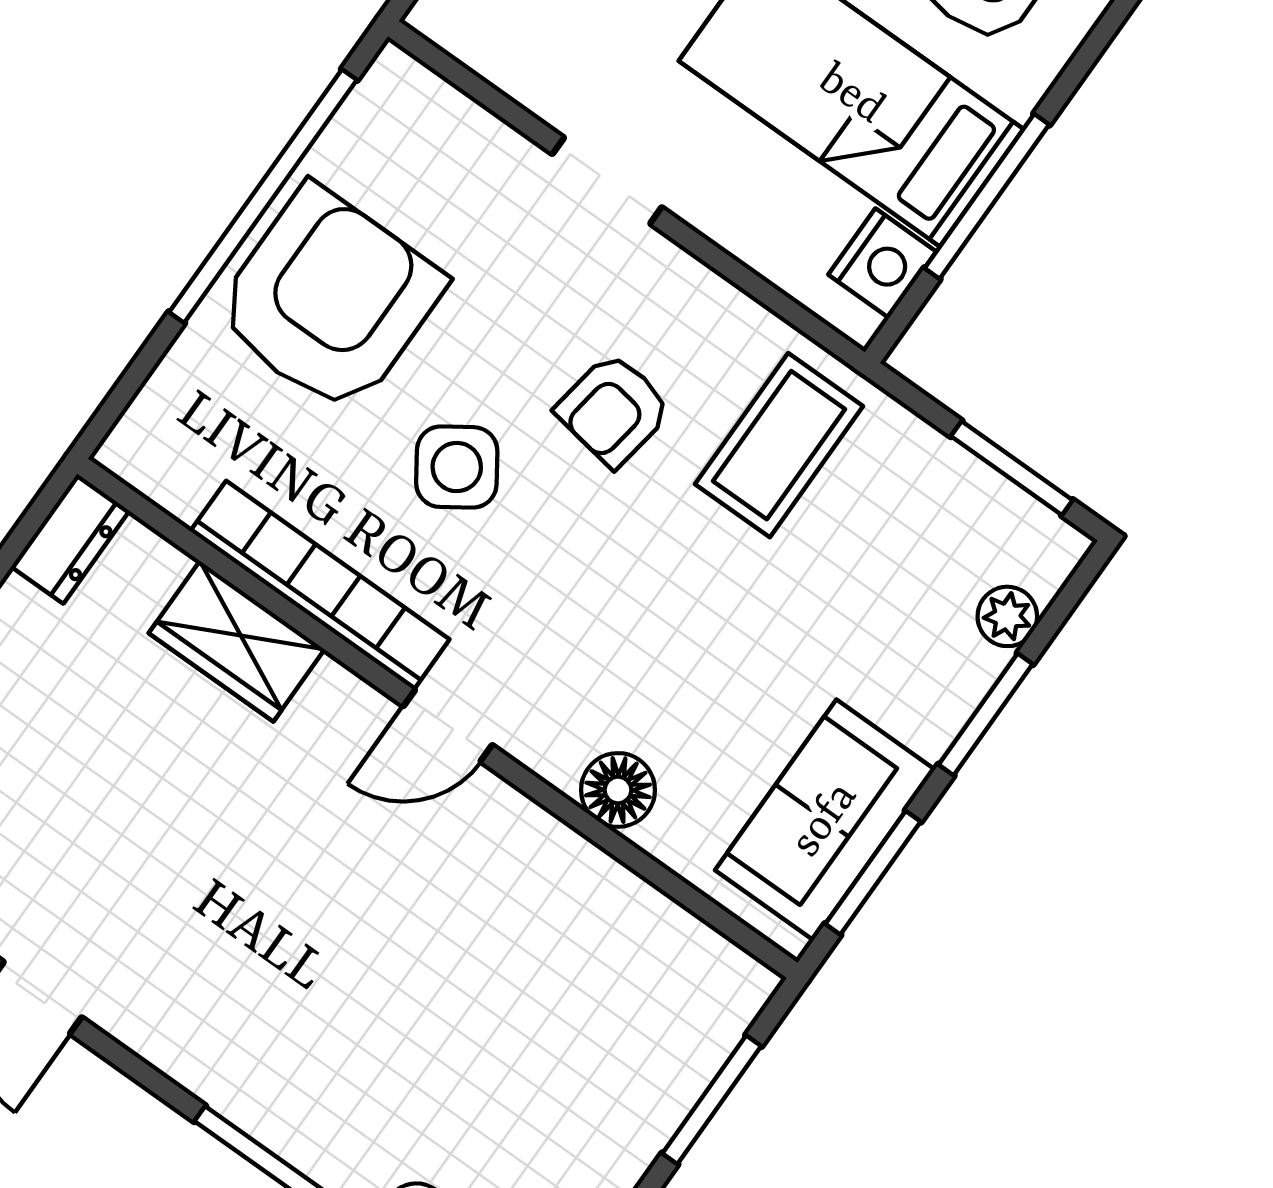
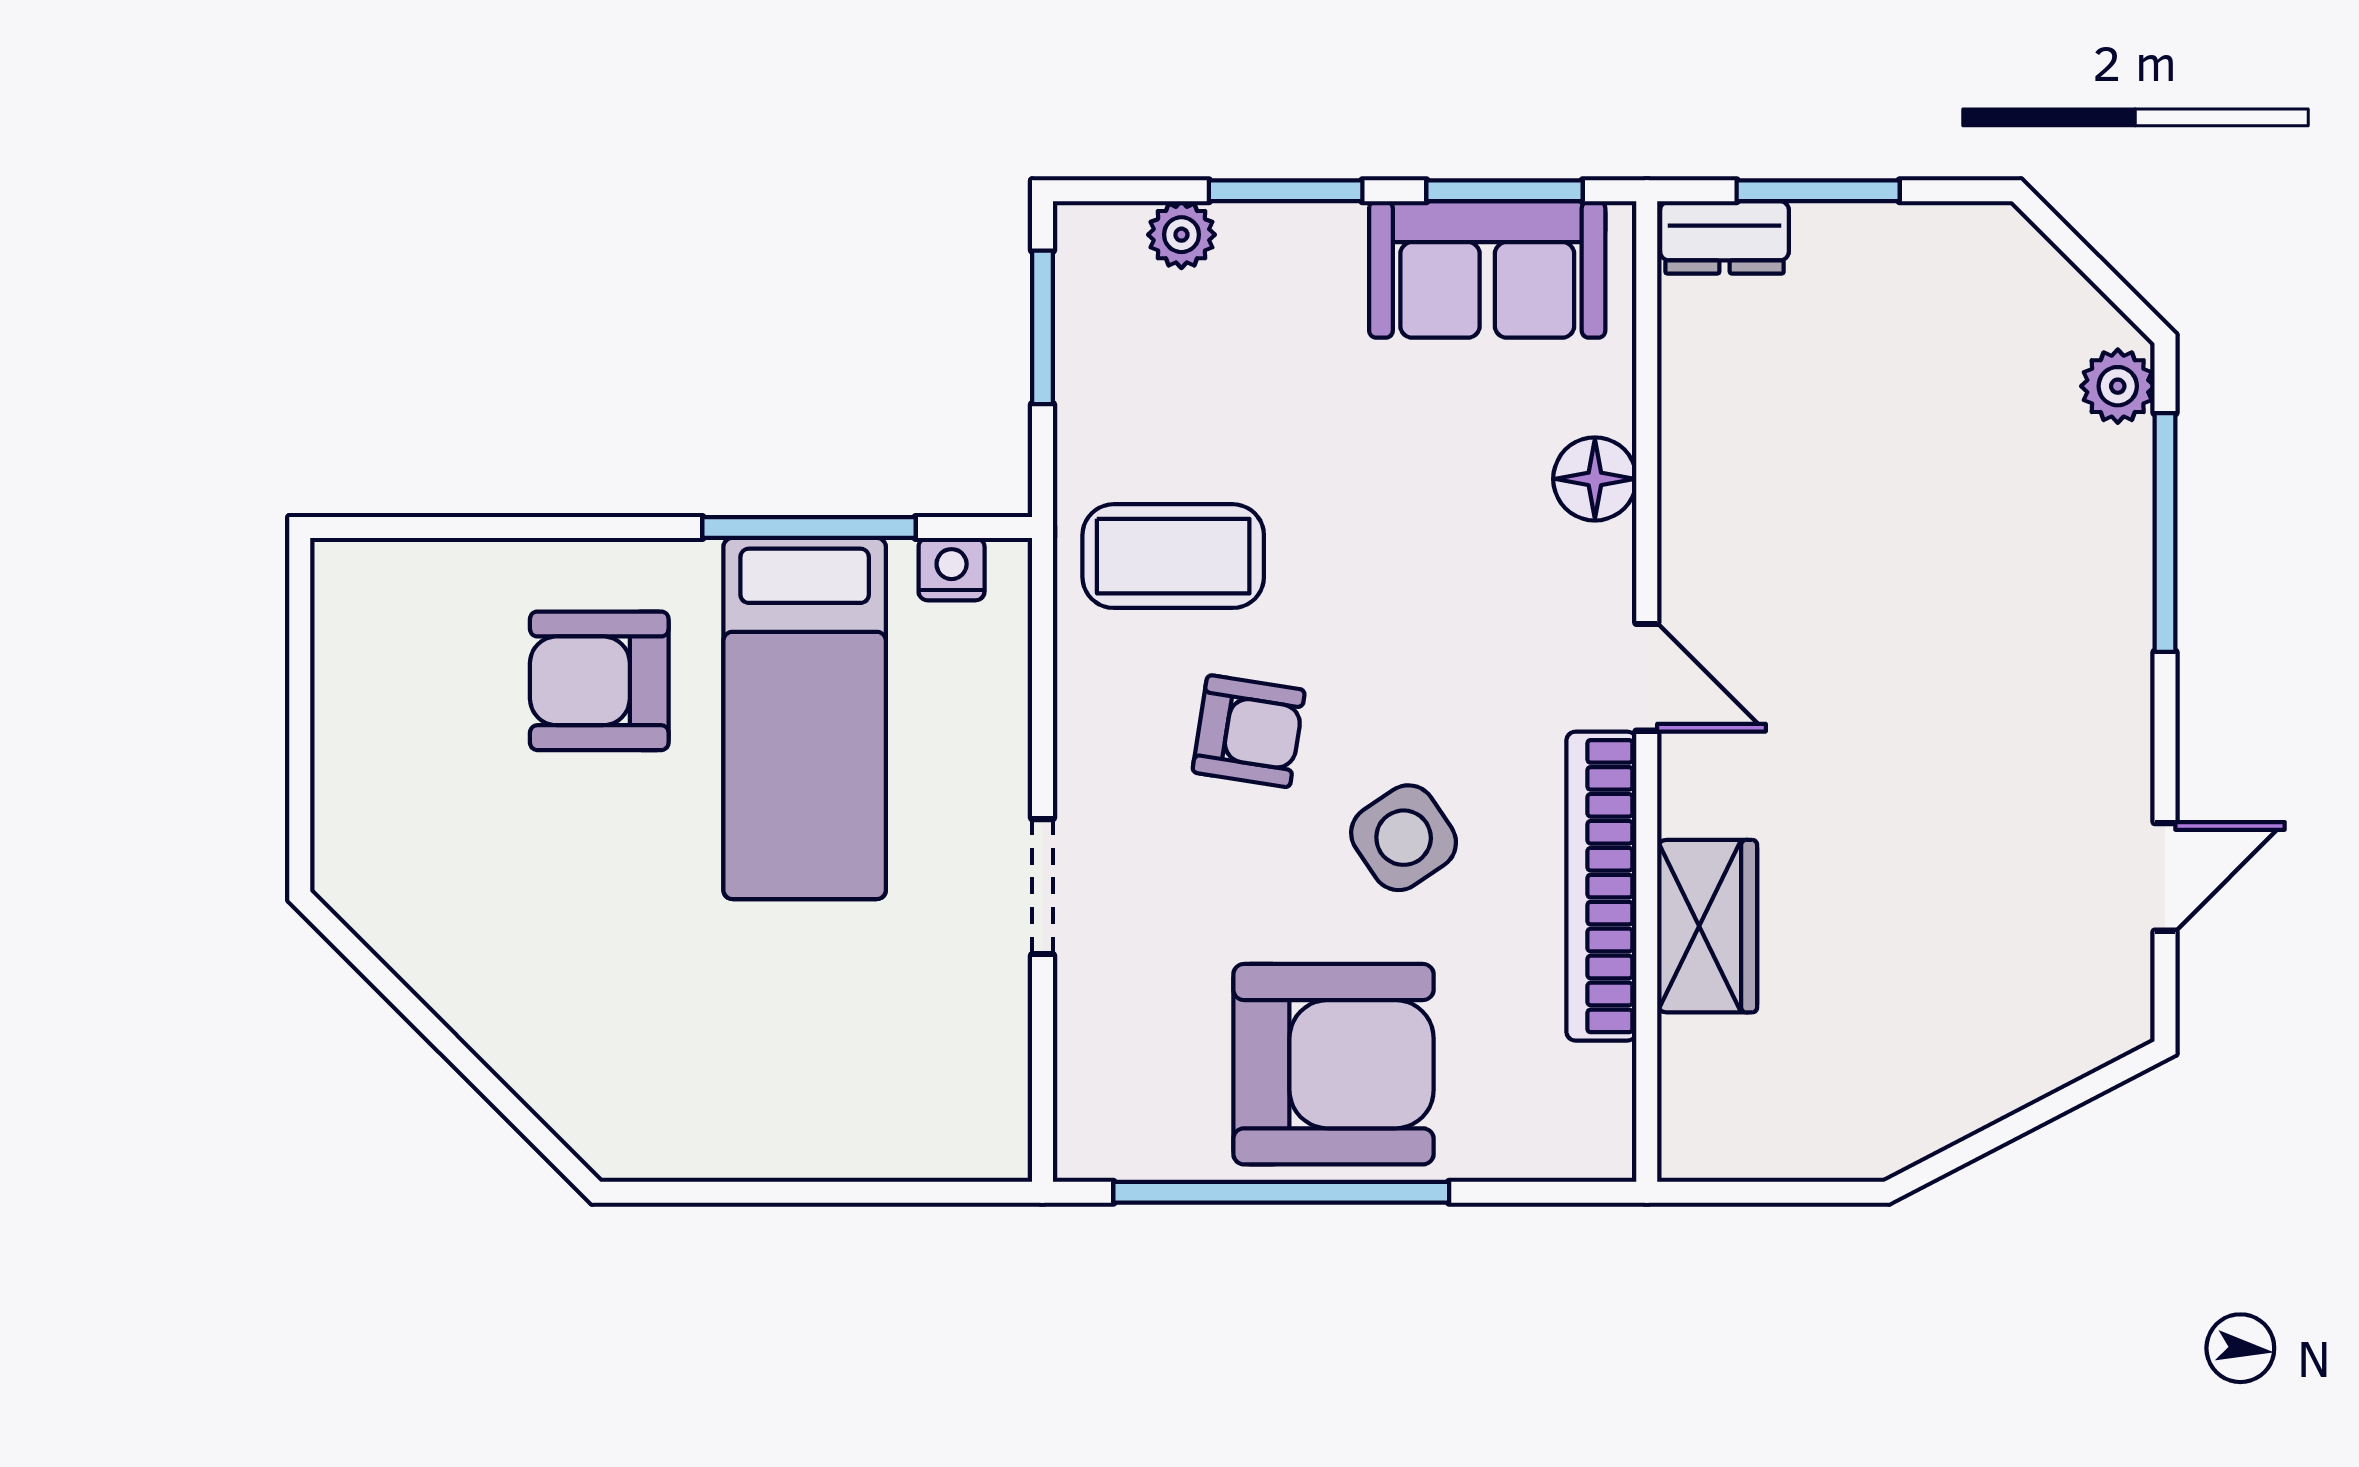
nightstand: (882, 263) -> (952, 569), width x0.72, depth x0.74
armchair: (329, 300) -> (1333, 1064), turned 180
dresser: (70, 539) -> (1725, 237), moved, turned 180

